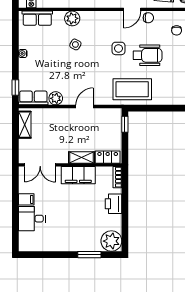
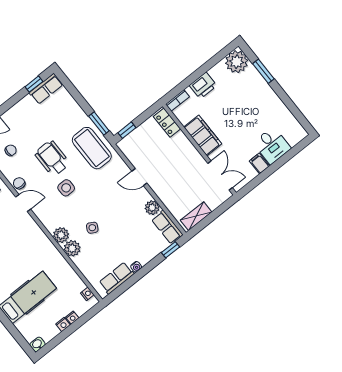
row of seats: (37, 18) -> (117, 278), moved, turned -90
plant: (88, 18) -> (61, 235), added
window: (146, 108) -> (99, 124), added
shelving: (81, 157) -> (185, 145), removed

